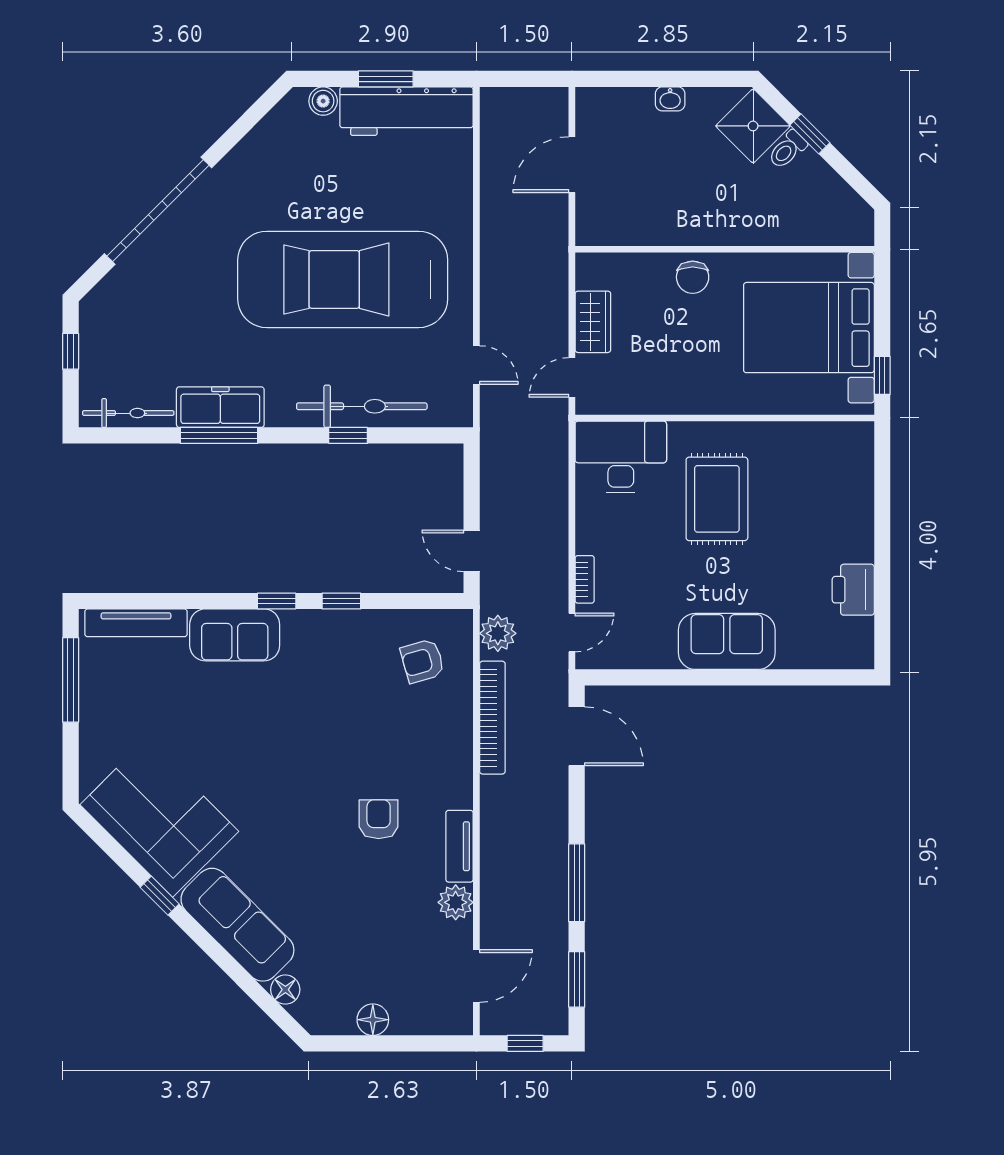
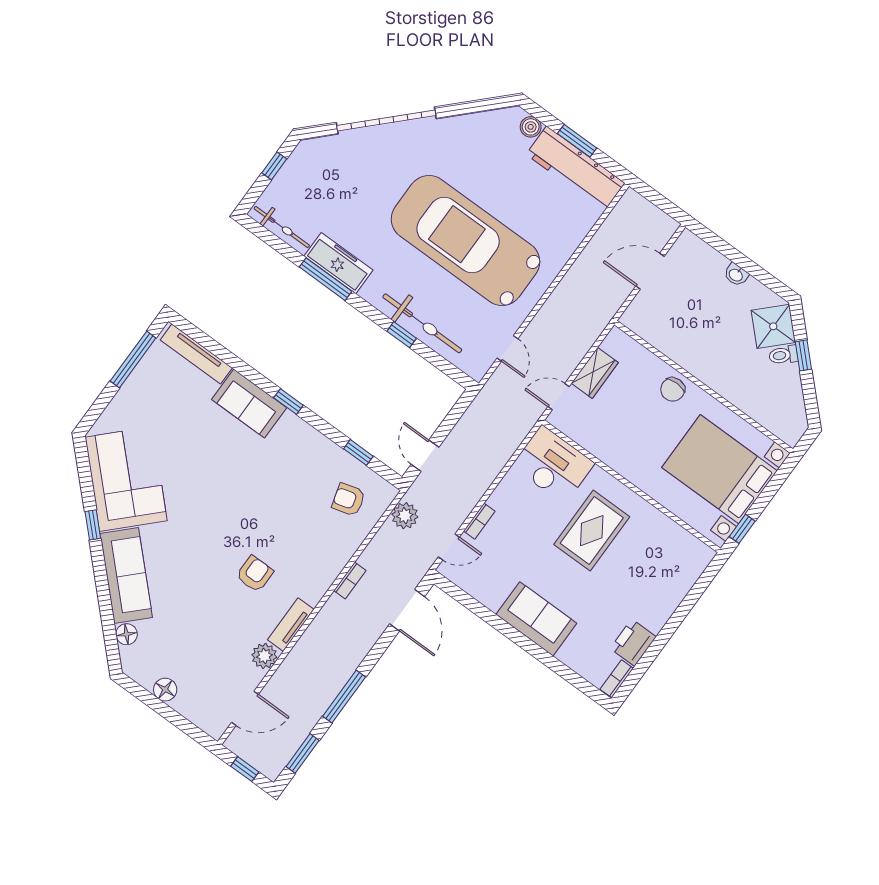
window: (341, 601) -> (358, 452), moved
bookcase: (864, 643) -> (617, 679), added
bookcase: (492, 718) -> (350, 581), width x0.43, depth x0.76

